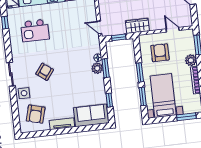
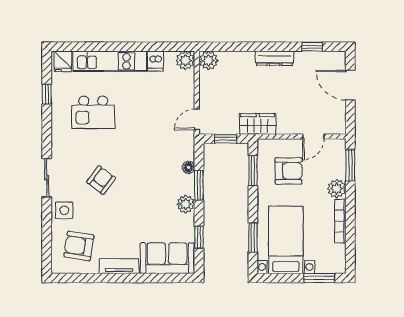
door: (99, 27) -> (197, 119), hinge flipped
door: (173, 30) -> (313, 137), swing flipped
armchair: (160, 53) -> (289, 171), turned 90
plant: (97, 68) -> (186, 204), moved
window: (140, 72) -> (253, 171), moved
armchair: (36, 114) -> (79, 246), turned 84

